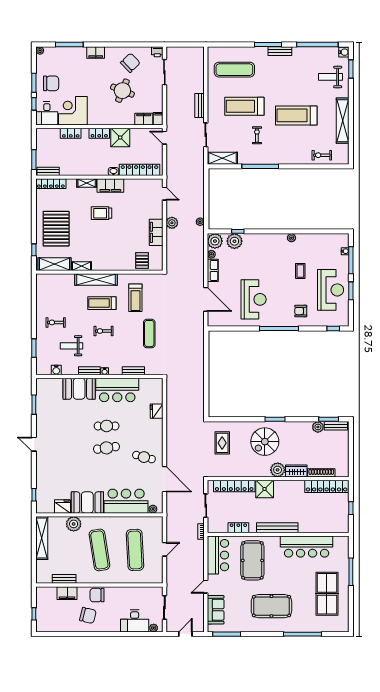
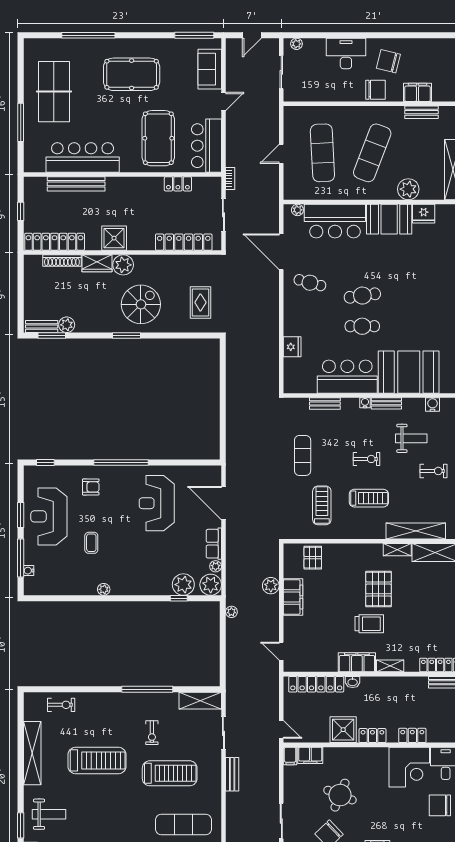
plant: (172, 223) -> (271, 586), moved
pallet: (56, 229) -> (379, 589), moved, width x0.73, depth x0.71
shelving: (96, 279) -> (416, 531), moved
booth: (79, 389) -> (409, 372), width x1.36, depth x1.42
shower: (265, 489) -> (114, 238), moved
bench: (277, 528) -> (76, 184), moved
exercise mat: (99, 550) -> (372, 153), turned 30
desk: (135, 621) -> (346, 53), moved

